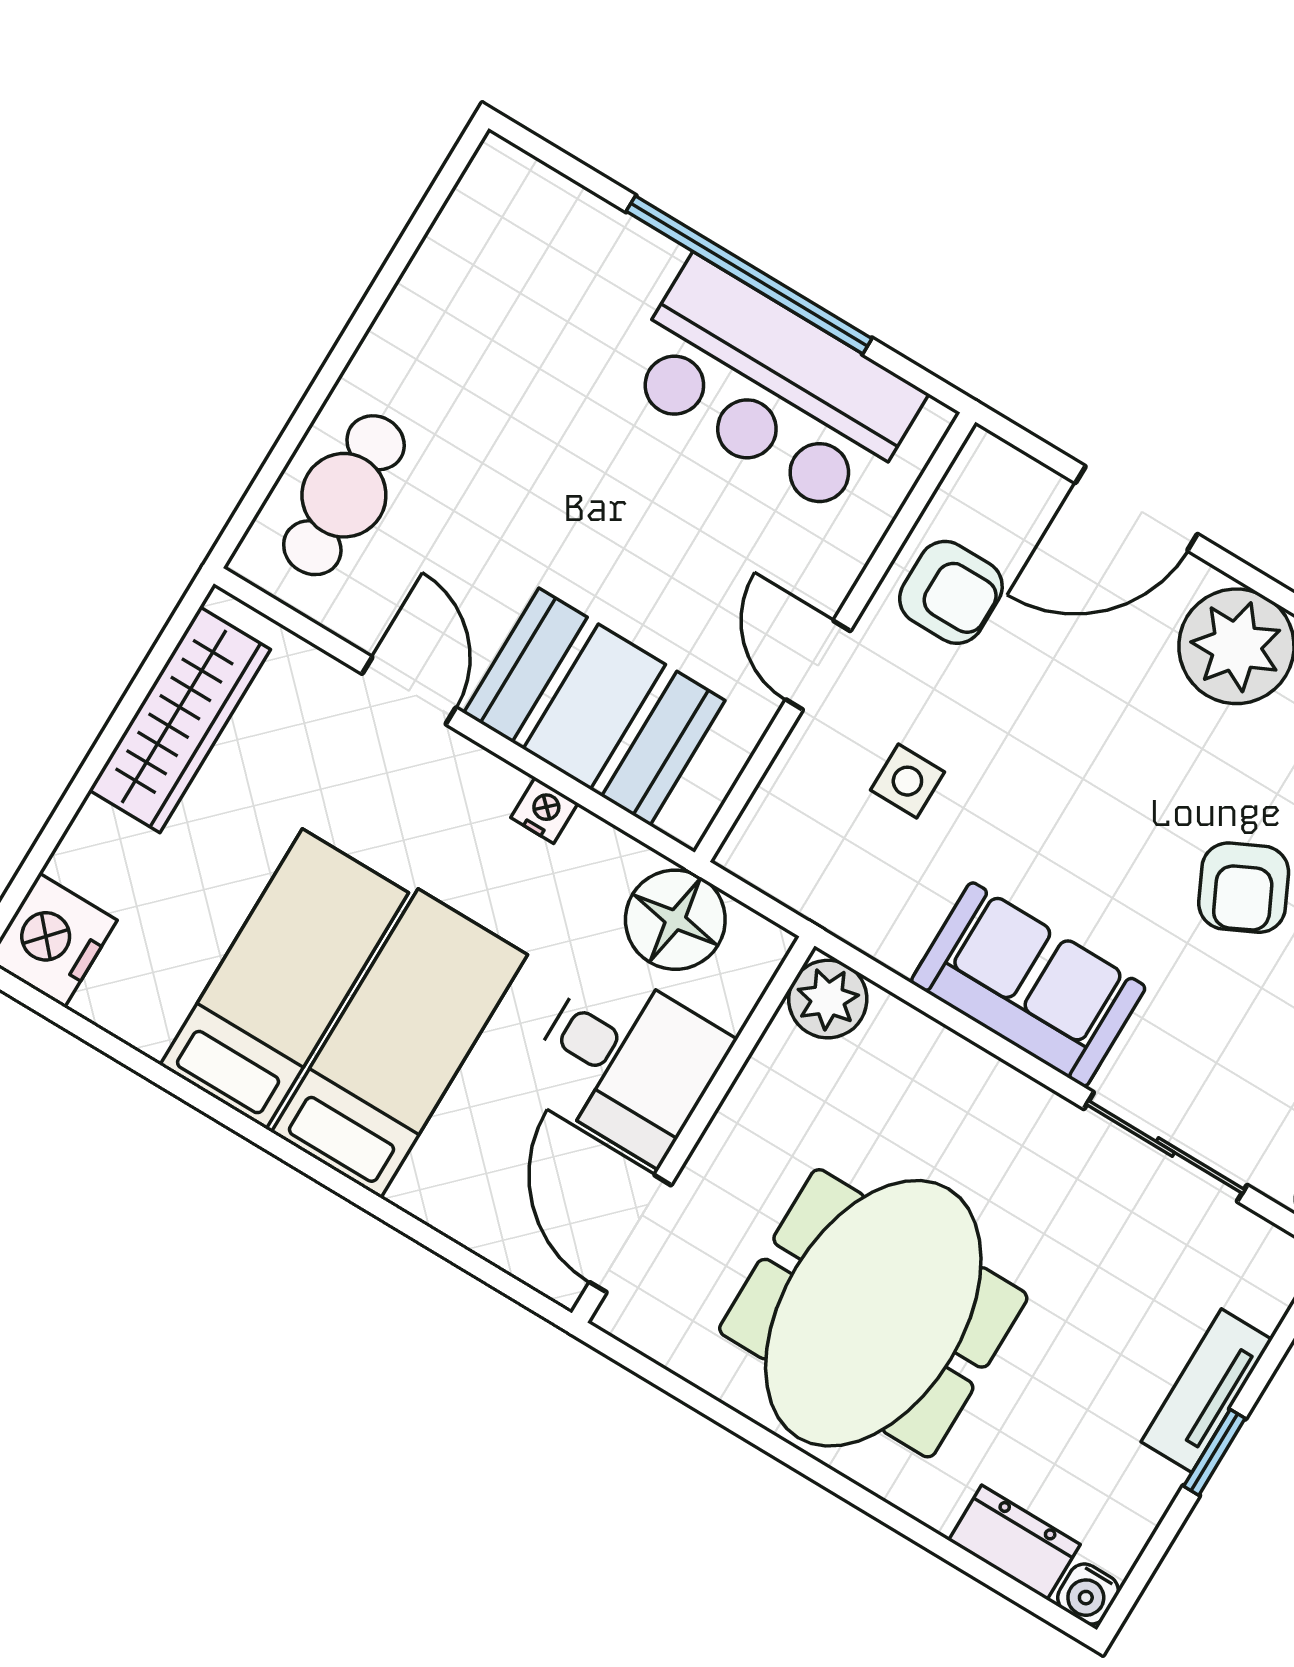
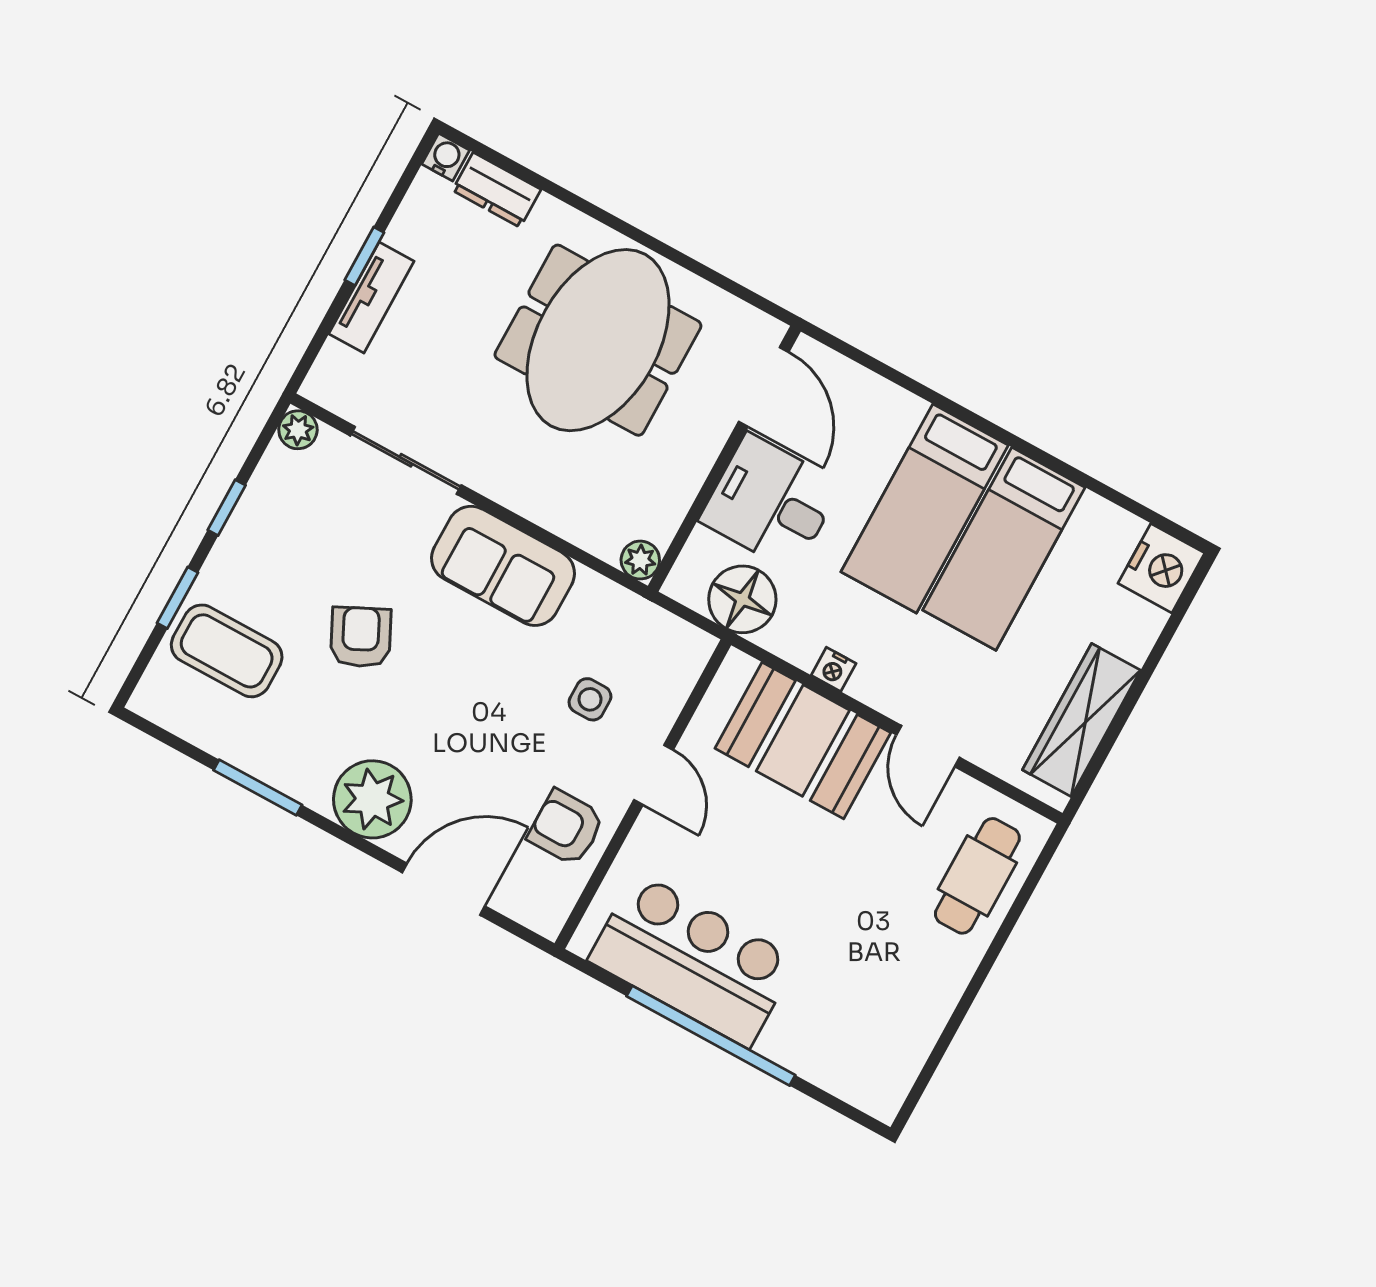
plant: (828, 999) -> (640, 560), width x0.73, depth x0.73

